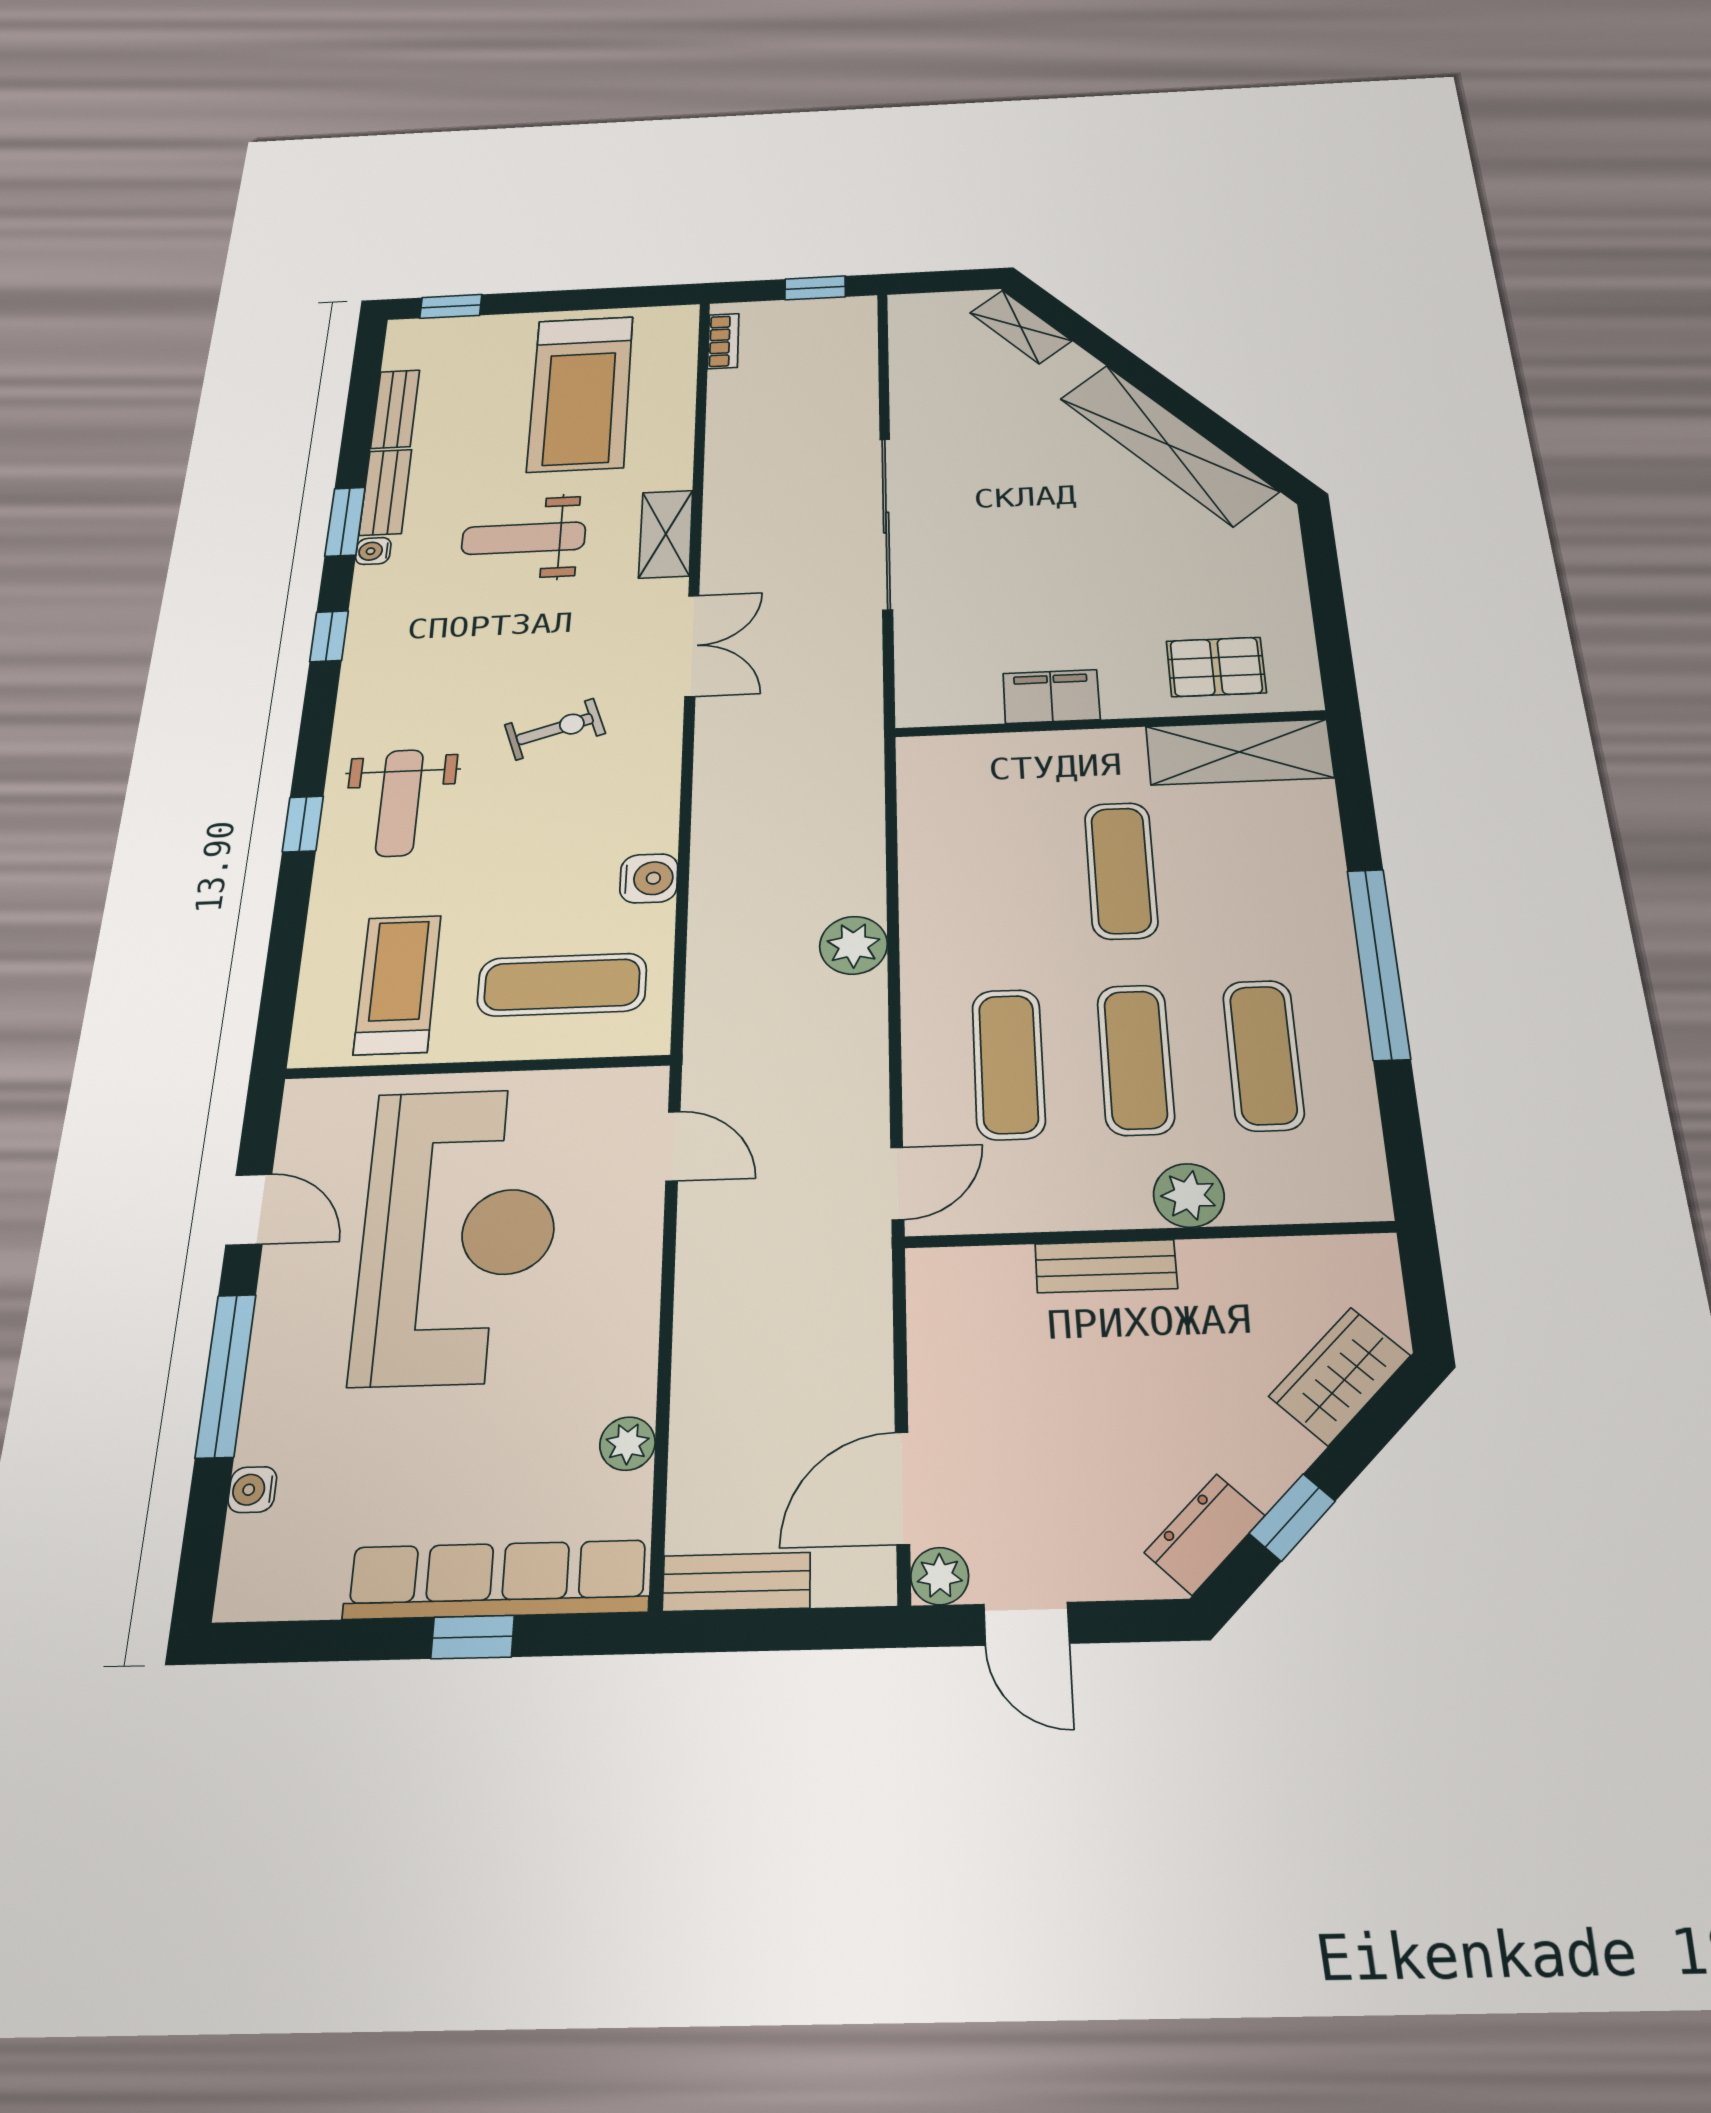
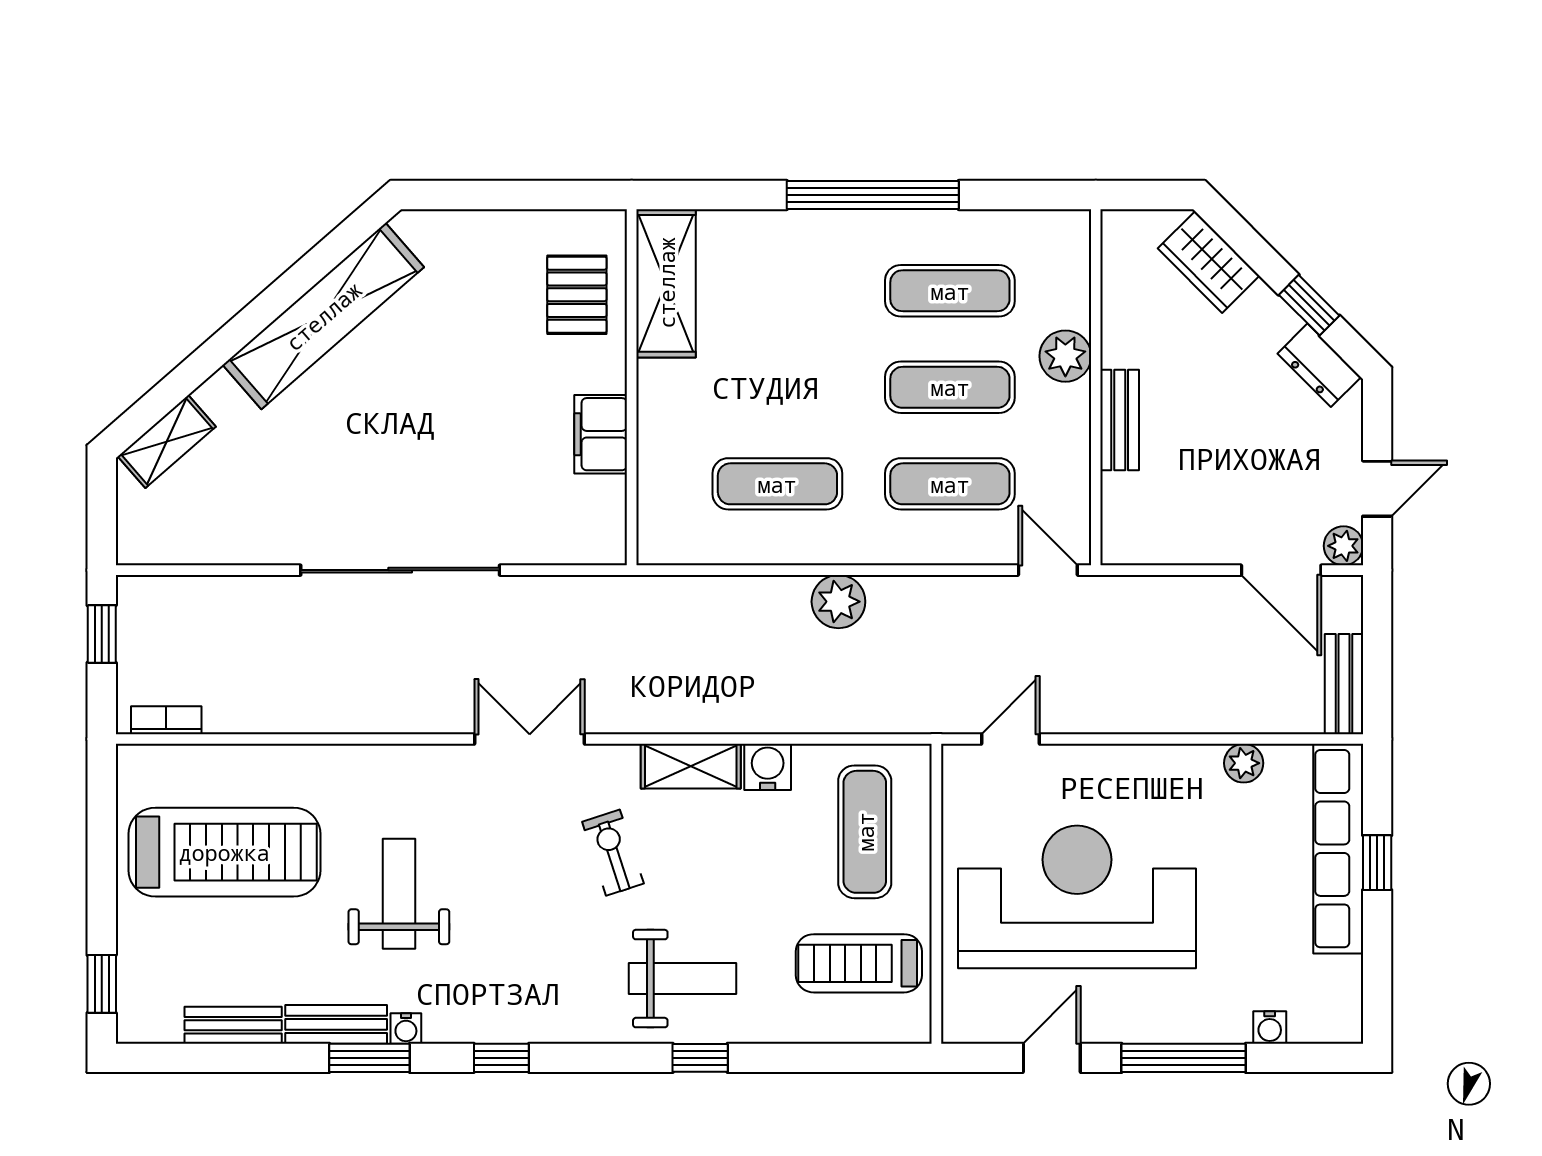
shelving: (666, 534) -> (691, 766), moved
weight bench: (524, 538) -> (399, 894), turned 180
exercise mat: (1121, 870) -> (777, 484), moved

